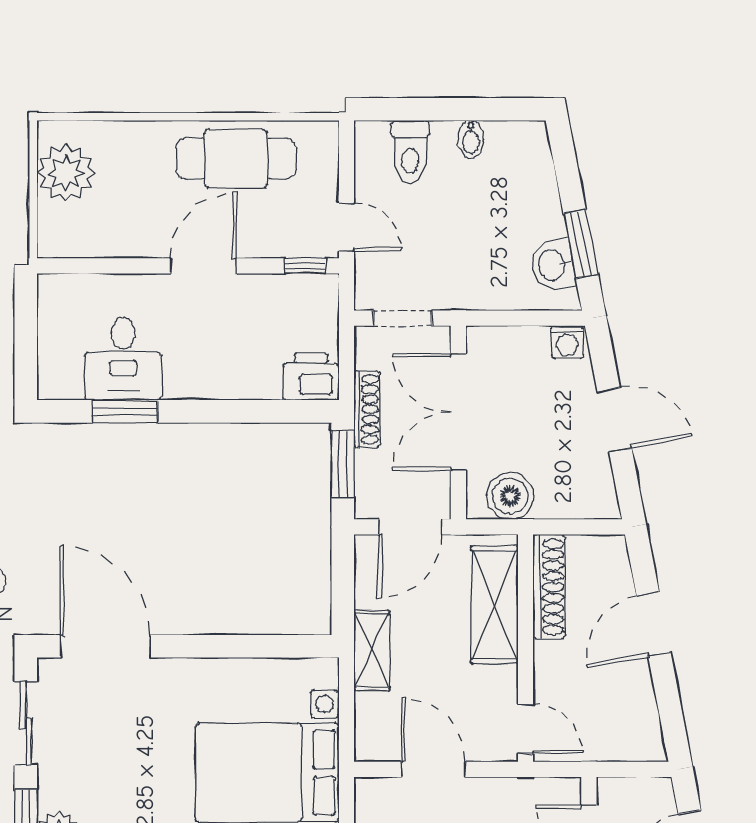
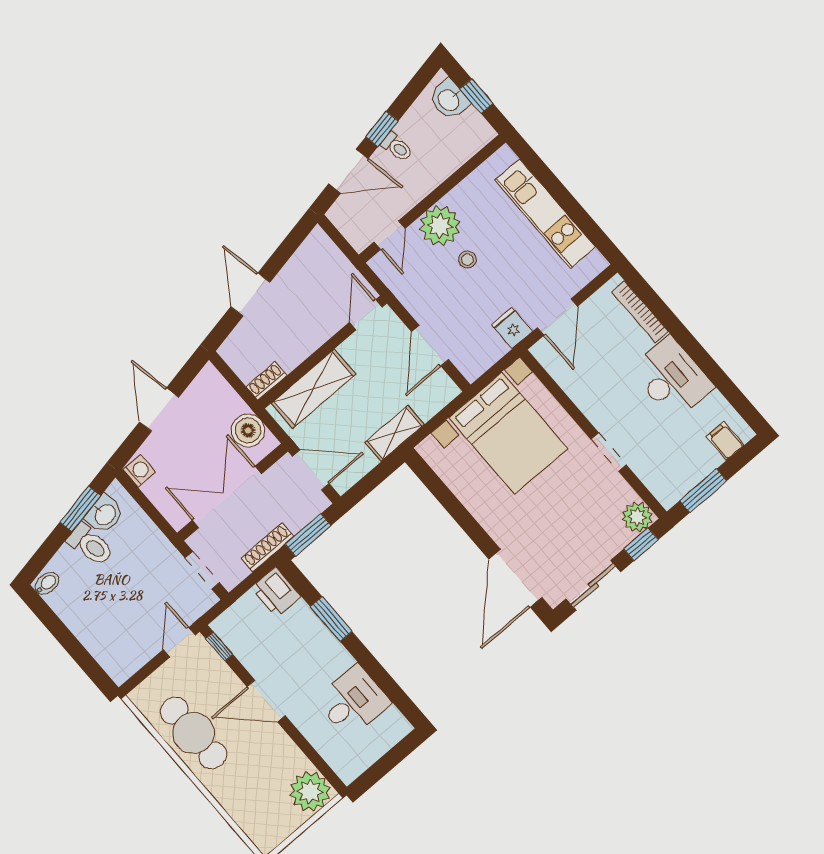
bidet: (471, 139) -> (47, 583), moved
toilet: (410, 152) -> (90, 545), moved, turned 79
plant: (66, 173) -> (310, 792), moved
window: (125, 411) -> (331, 619), moved
double door: (458, 412) -> (227, 497), swing flipped
shoe rack: (549, 587) -> (267, 381), width x0.51, depth x0.81
door: (654, 624) -> (250, 295), swing flipped

